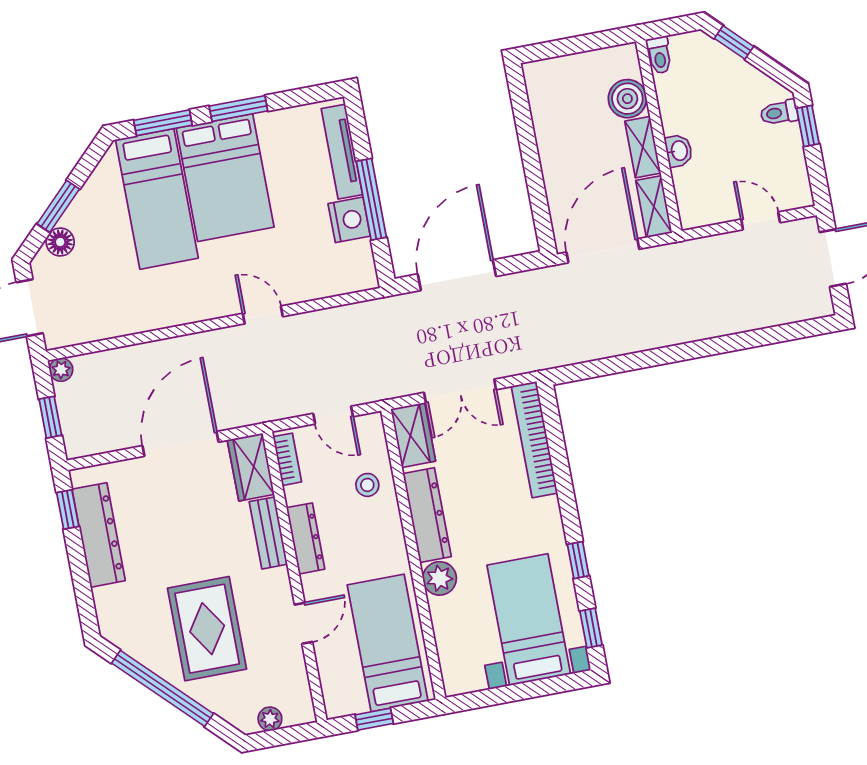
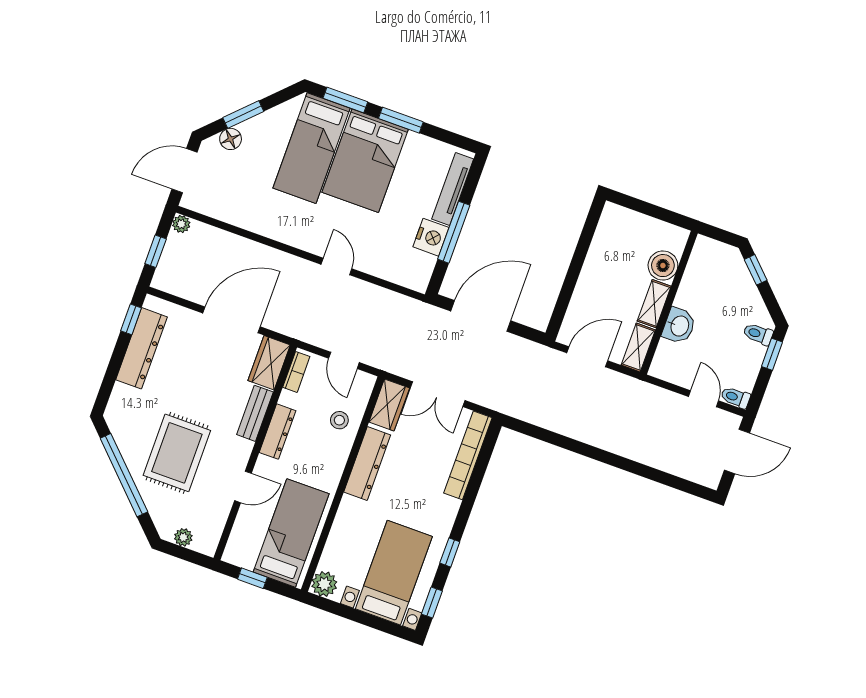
toilet: (659, 55) -> (735, 397), moved, turned 90
washbasin: (679, 151) -> (679, 326), width x1.38, depth x1.45
door: (603, 251) -> (587, 357), width x0.73
plant: (440, 578) -> (324, 584), moved

